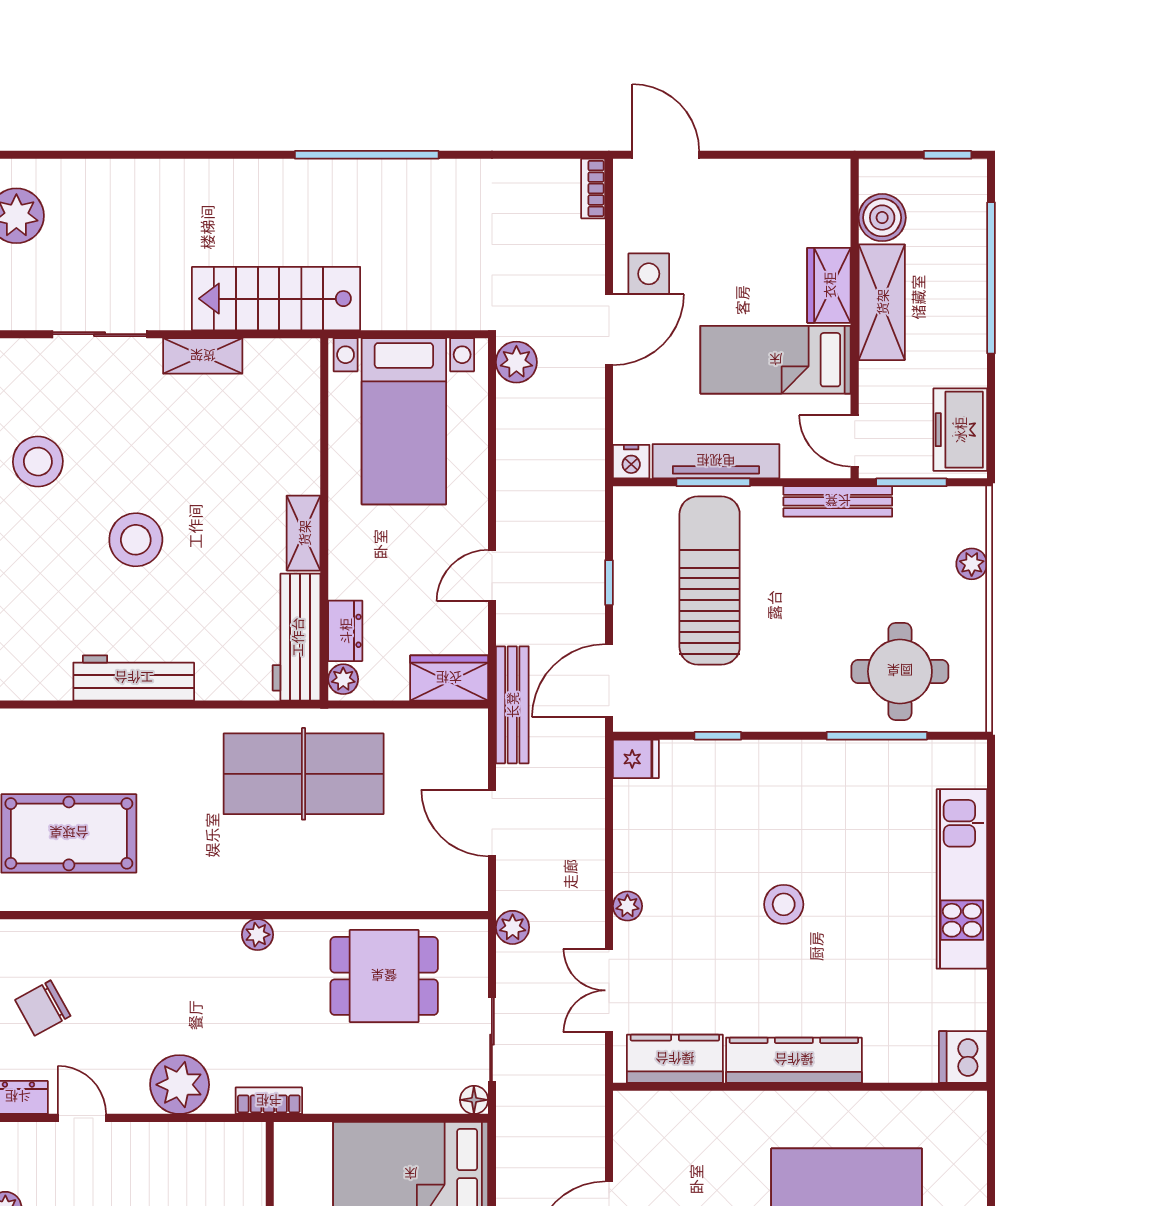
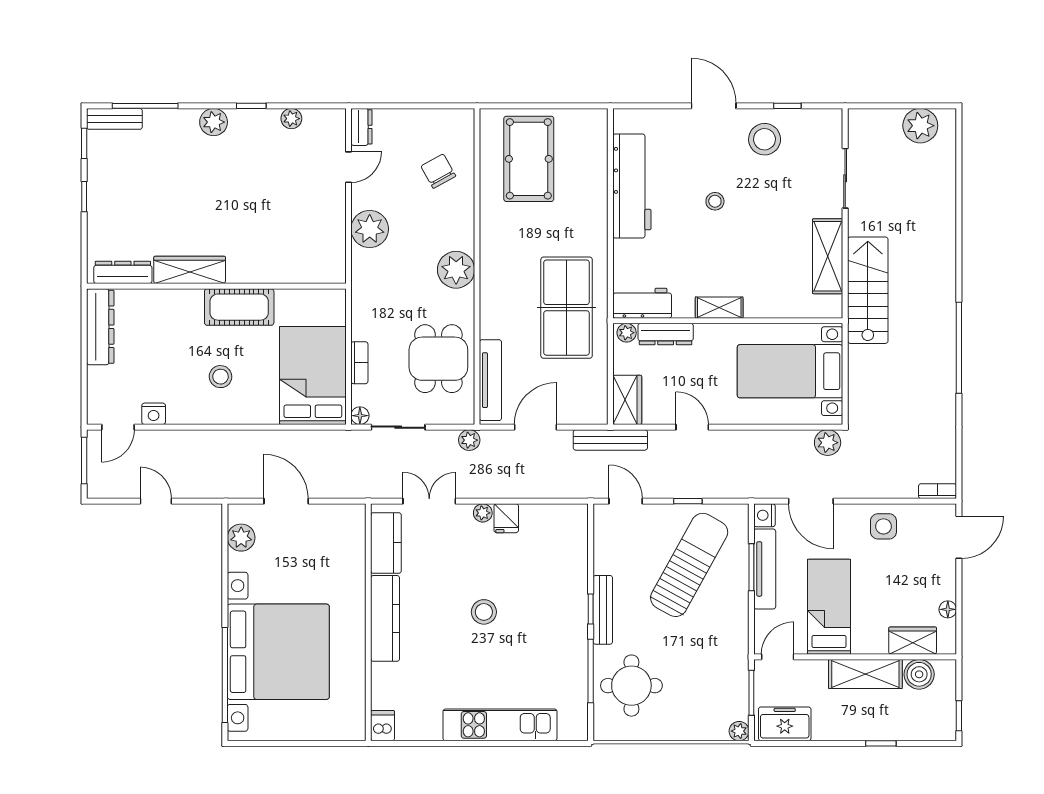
floor lamp: (780, 172) -> (948, 609), added
window: (991, 278) -> (881, 743), width x0.32
wardrobe: (829, 285) -> (913, 641), moved
door: (609, 330) -> (811, 501), moved
shelving: (203, 356) -> (828, 256), width x1.50, depth x1.33
bench: (838, 501) -> (603, 610), moved
stool: (136, 540) -> (715, 201), width x0.53, depth x0.53
plant: (972, 564) -> (739, 731), moved
sun lounger: (710, 580) -> (689, 565), turned -61
dresser: (345, 631) -> (666, 334), width x1.44
workbench: (297, 637) -> (642, 303), width x0.73
workbench: (134, 678) -> (632, 186), width x1.36, depth x1.32
door: (609, 681) -> (626, 501), width x0.73
window: (718, 736) -> (591, 609), moved
fridge: (636, 759) -> (506, 518), moved
tv unit: (418, 894) -> (490, 380), added
plant: (257, 935) -> (456, 270), width x1.88, depth x1.88
chair: (43, 1008) -> (438, 171), moved
dishwasher: (963, 1057) -> (383, 726), width x0.73
bookcase: (269, 1101) -> (359, 363), moved

